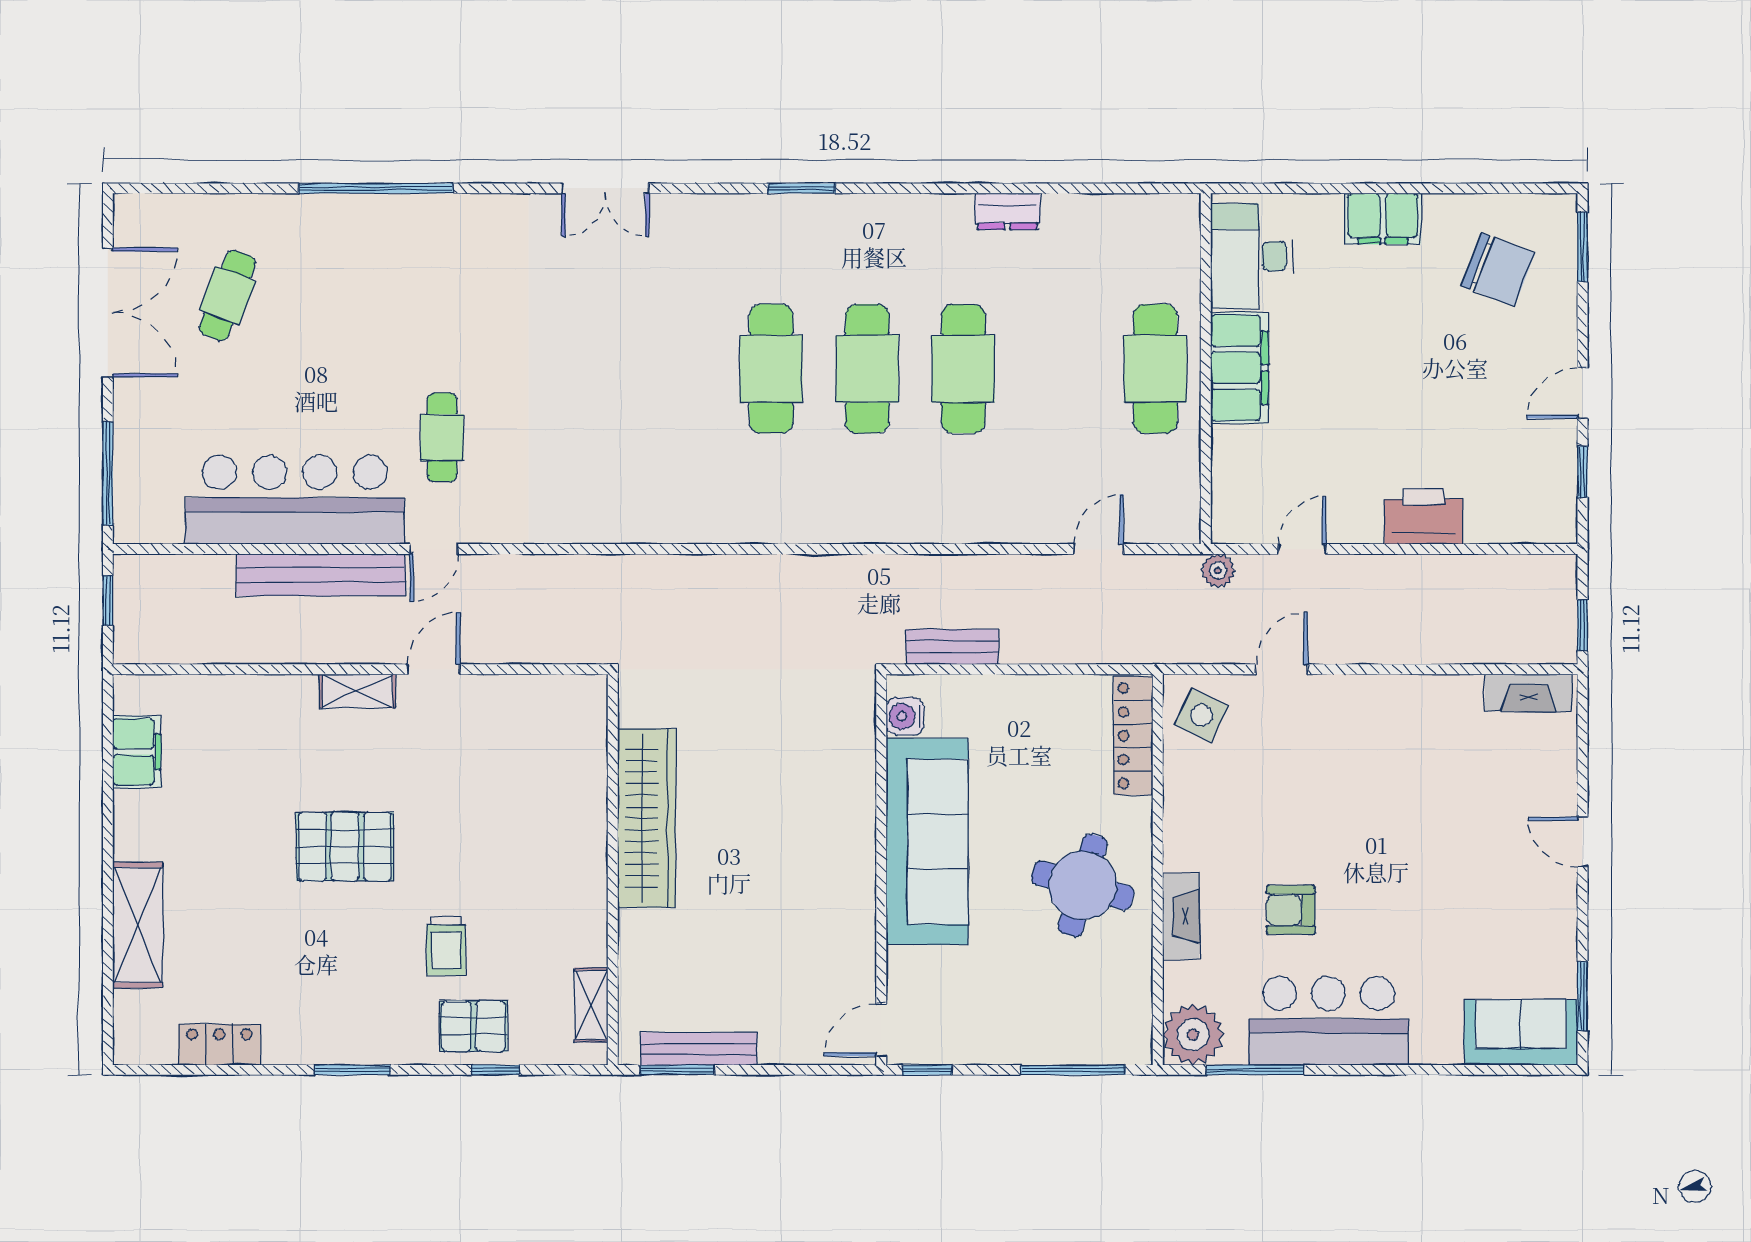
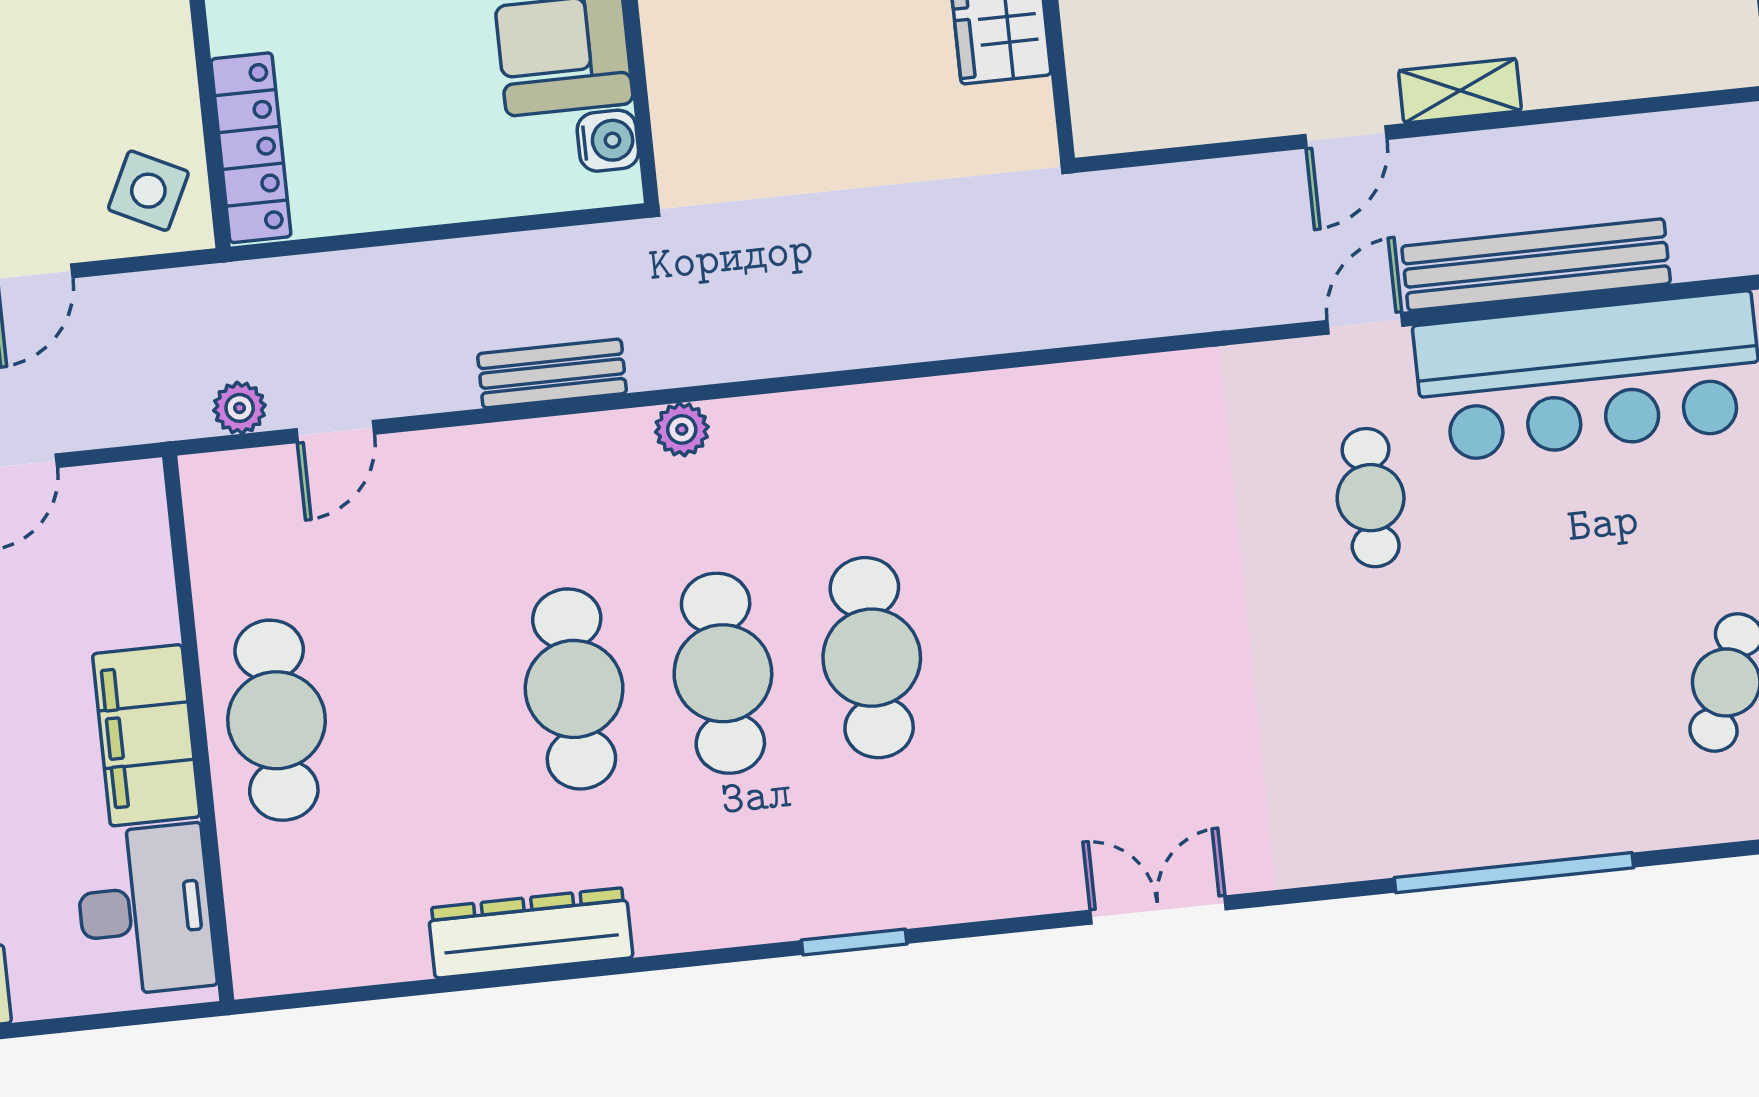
dresser: (1008, 212) -> (530, 933), width x1.96, depth x1.24
plant: (877, 527) -> (682, 429), added
plant: (1218, 571) -> (240, 408), moved
bench: (952, 647) -> (552, 374), moved

